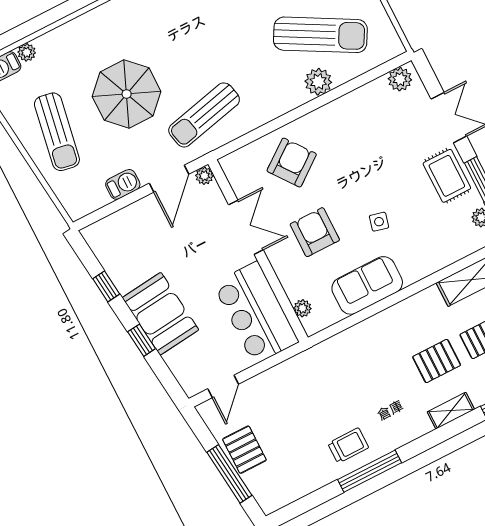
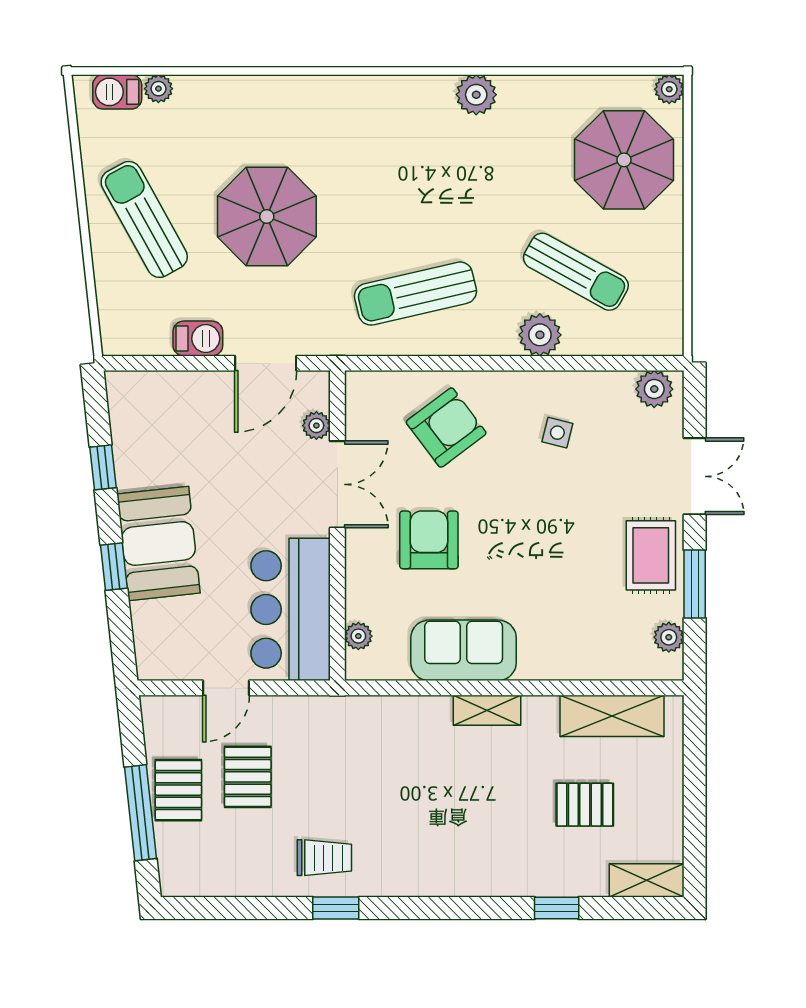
sun lounger: (320, 35) -> (576, 272), width x0.73, depth x0.75
sun lounger: (204, 115) -> (416, 294), moved
sun lounger: (57, 132) -> (144, 219), turned 141
plant: (204, 176) -> (316, 426), moved
side table: (379, 222) -> (557, 433), moved
pallet: (437, 361) -> (248, 777), moved, turned 90
door: (223, 386) -> (226, 688), moved
shelving: (451, 411) -> (487, 710), moved
window: (370, 471) -> (336, 908), width x0.46

